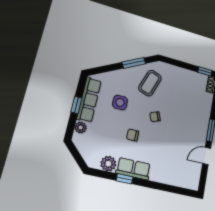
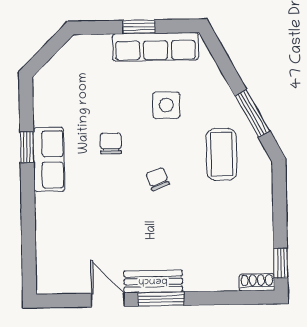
coffee table: (150, 83) -> (222, 154), turned 71
plant: (81, 127) -> (100, 45), removed
bench: (202, 132) -> (153, 281), added
plant: (108, 164) -> (47, 111), removed

